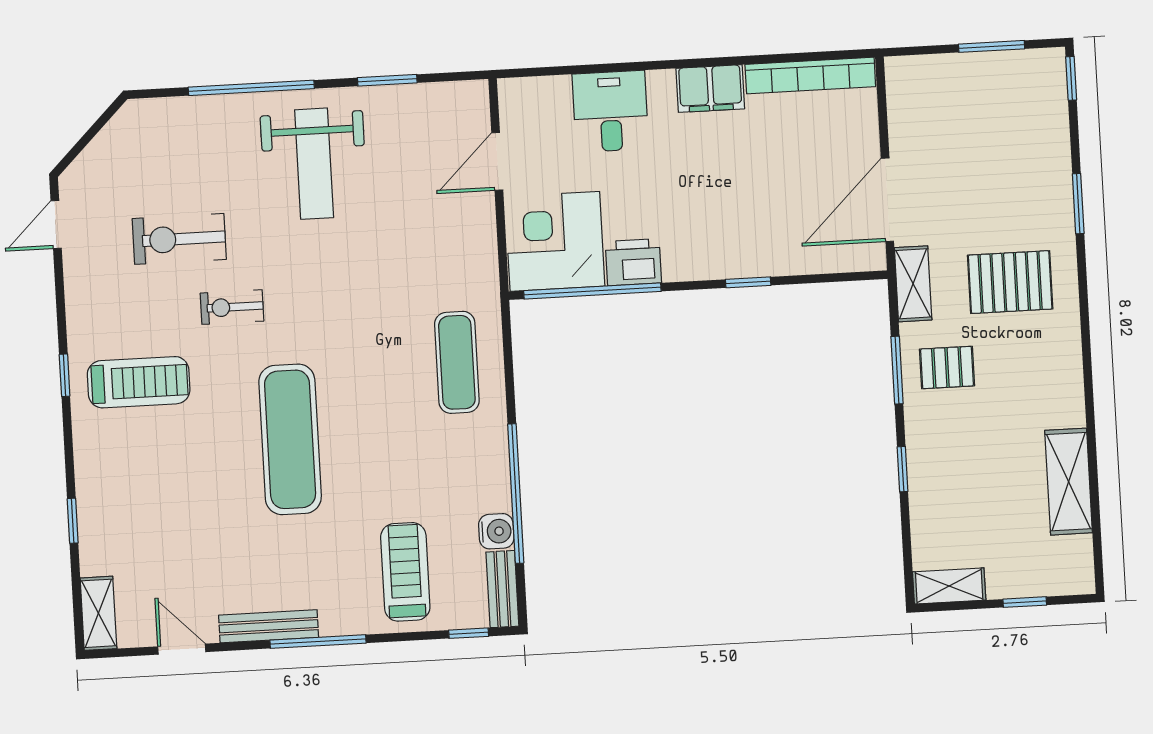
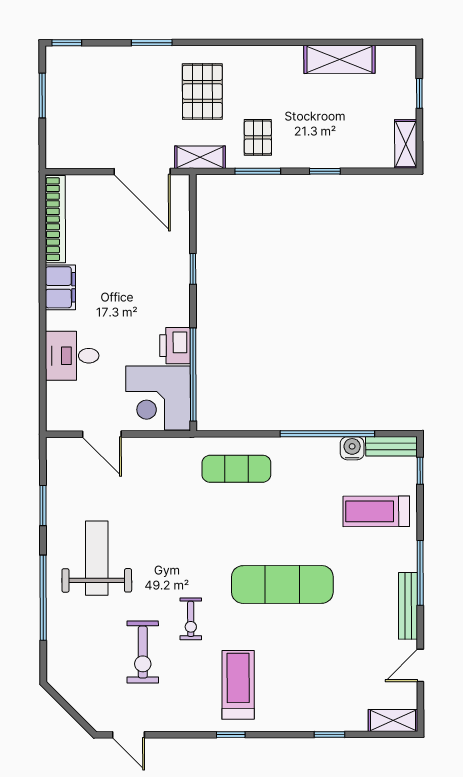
weight bench: (314, 164) -> (97, 558), turned -90

